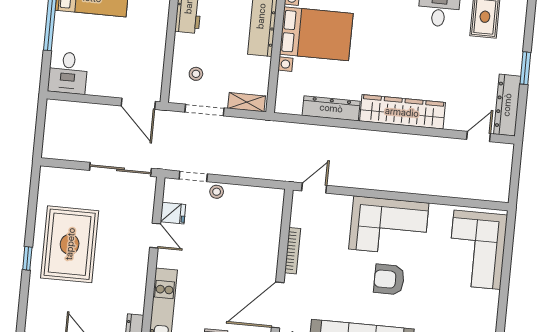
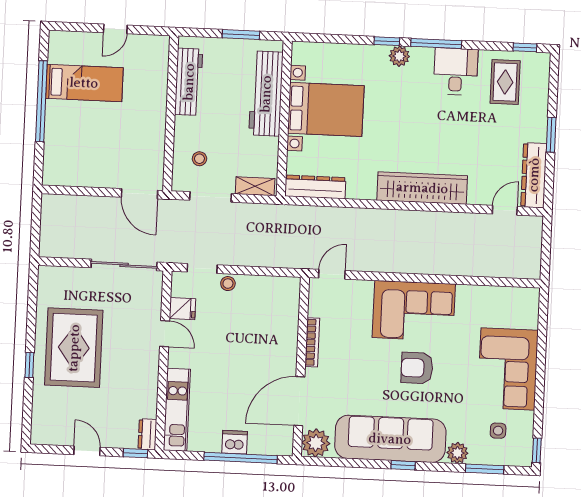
desk: (68, 73) -> (63, 164), removed
dresser: (331, 108) -> (315, 187), moved
corner sofa: (477, 250) -> (508, 369), moved

